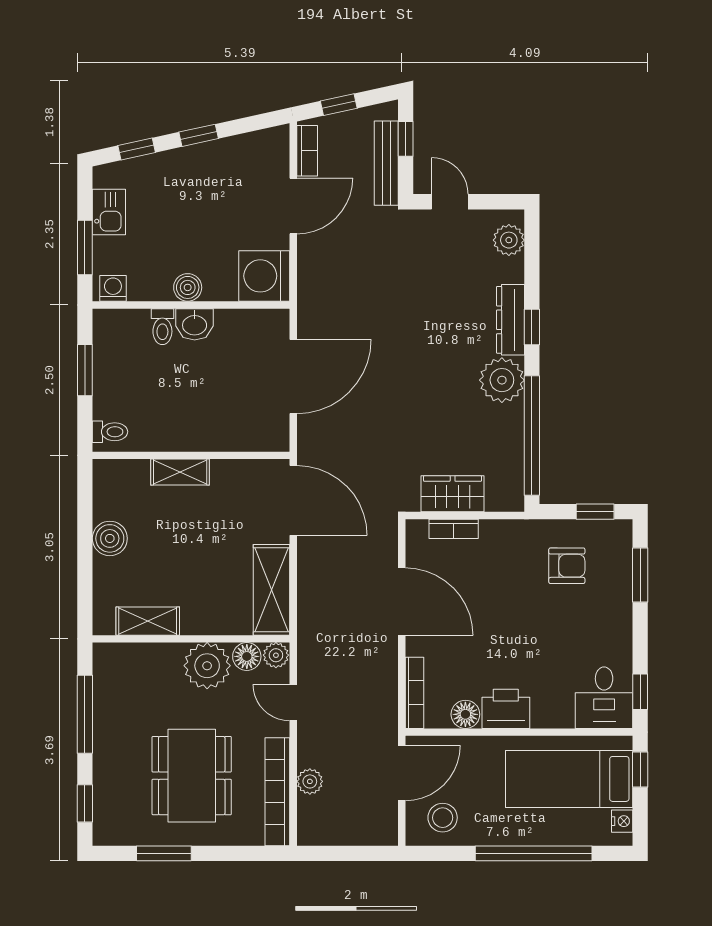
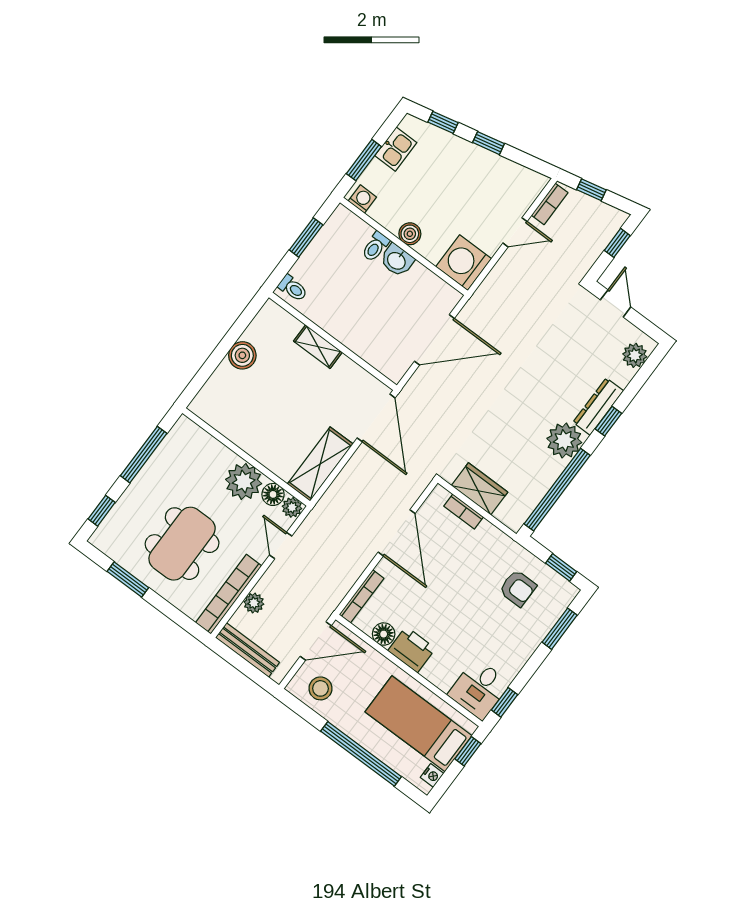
bench: (386, 163) -> (248, 650), moved, turned 90
door: (293, 206) -> (515, 232), width x0.73
shelving: (148, 621) -> (227, 425), removed

